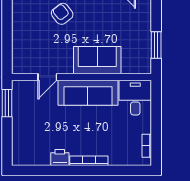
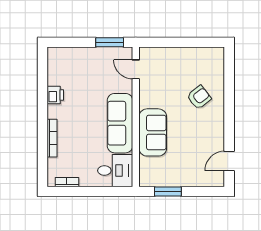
door: (47, 77) -> (136, 69), moved
bookcase: (89, 161) -> (52, 138), moved

